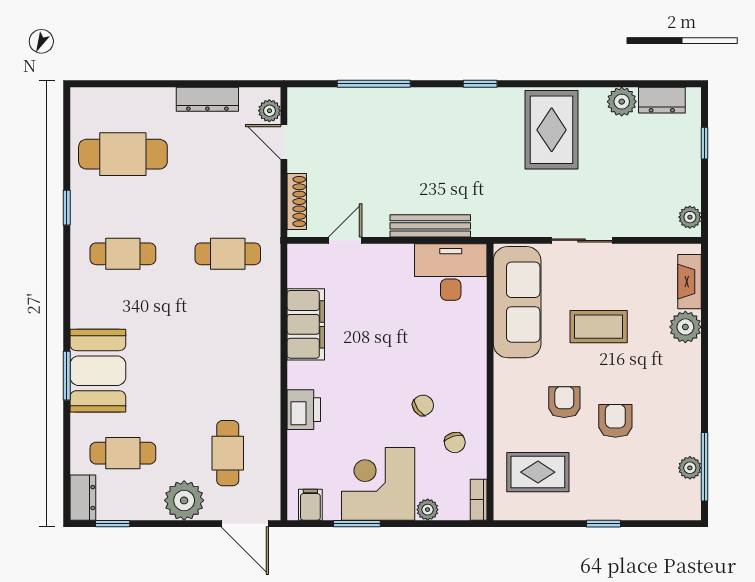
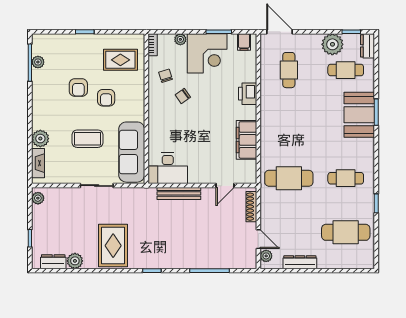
cafe table: (228, 254) -> (289, 178), width x1.37, depth x1.35
plant: (184, 500) -> (332, 44), moved

